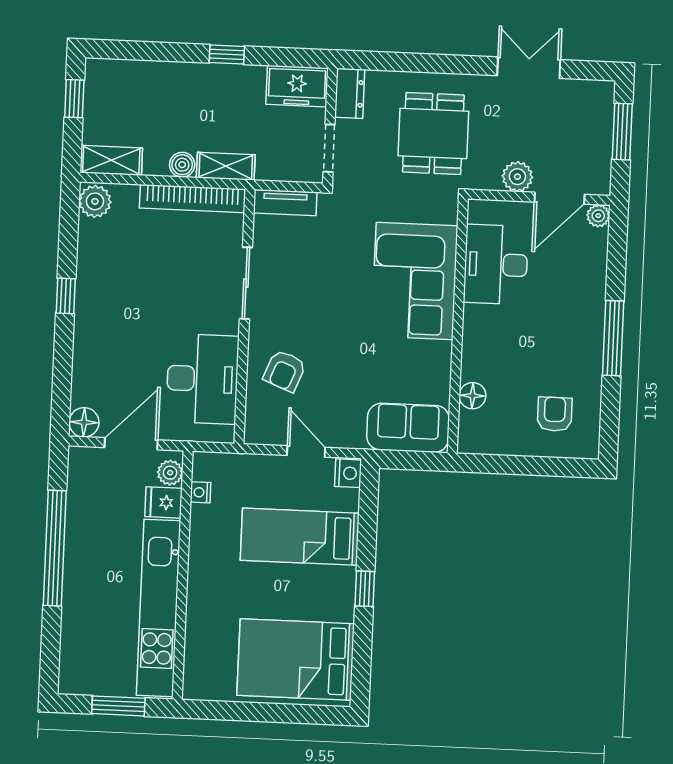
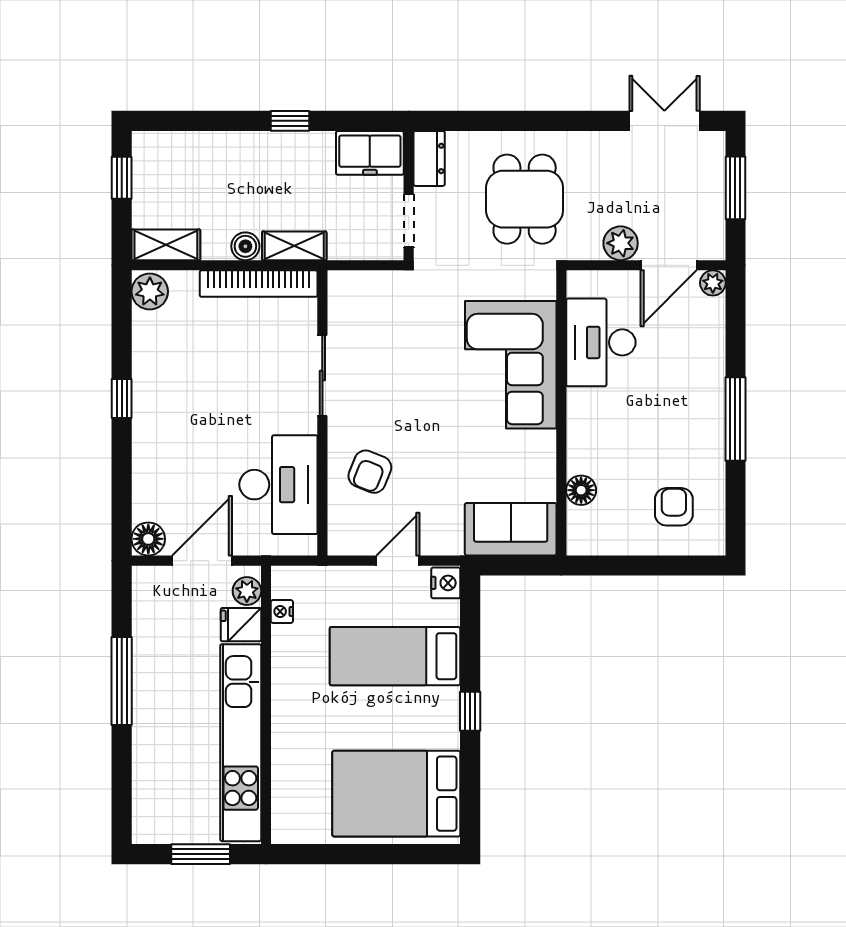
double door: (529, 68) -> (664, 121), moved
tv unit: (285, 203) -> (362, 284), removed
door: (306, 451) -> (398, 561), hinge flipped
window: (55, 548) -> (122, 681), width x0.68

